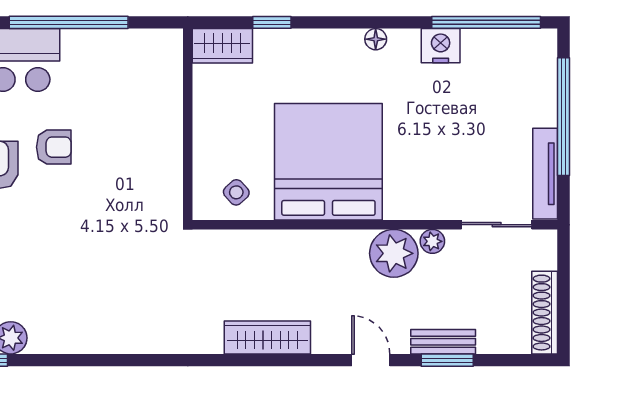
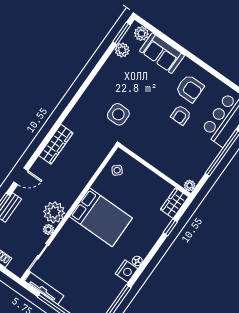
plant: (171, 41) -> (190, 185), added
nightstand: (441, 46) -> (126, 271), moved
bed: (328, 162) -> (101, 217), width x0.73
side table: (133, 262) -> (118, 114), added

